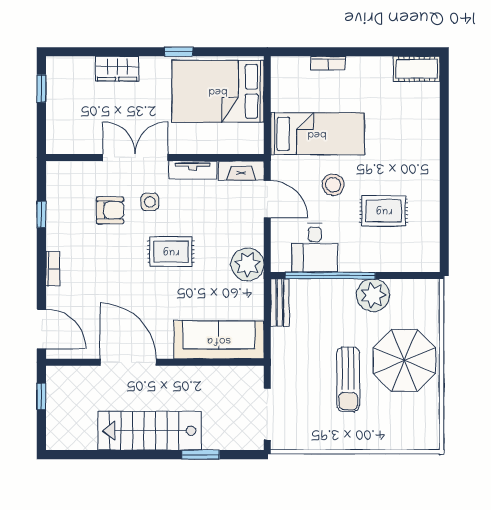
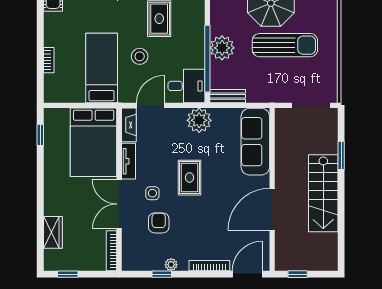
window: (179, 52) -> (40, 135), moved
wardrobe: (117, 69) -> (53, 232), moved
bed: (218, 91) -> (94, 142), moved
bookcase: (73, 147) -> (112, 251), added
plant: (54, 227) -> (171, 265), added
desk: (315, 248) -> (187, 86), moved
bookcase: (53, 269) -> (209, 266), width x1.56
plant: (373, 295) -> (222, 48), moved
sun lounger: (348, 379) -> (285, 45), width x1.36, depth x1.34

